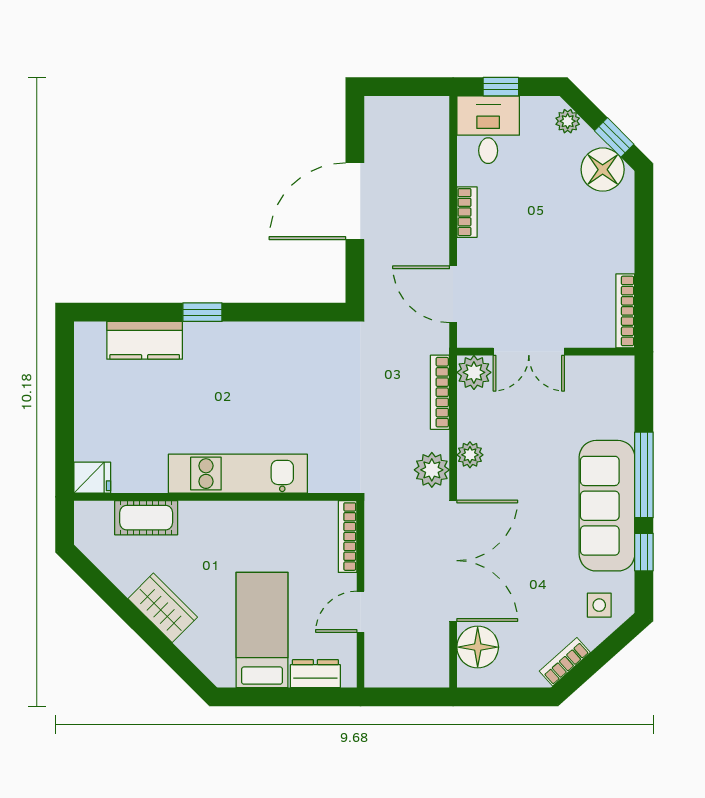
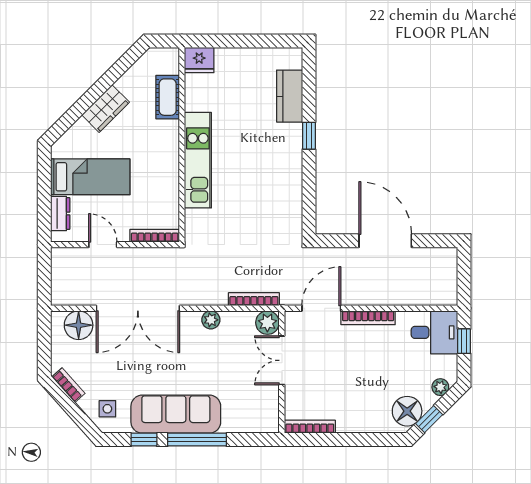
bookcase: (467, 212) -> (368, 318), width x1.56
plant: (432, 470) -> (200, 294), removed
fridge: (92, 478) -> (199, 60), width x1.38

